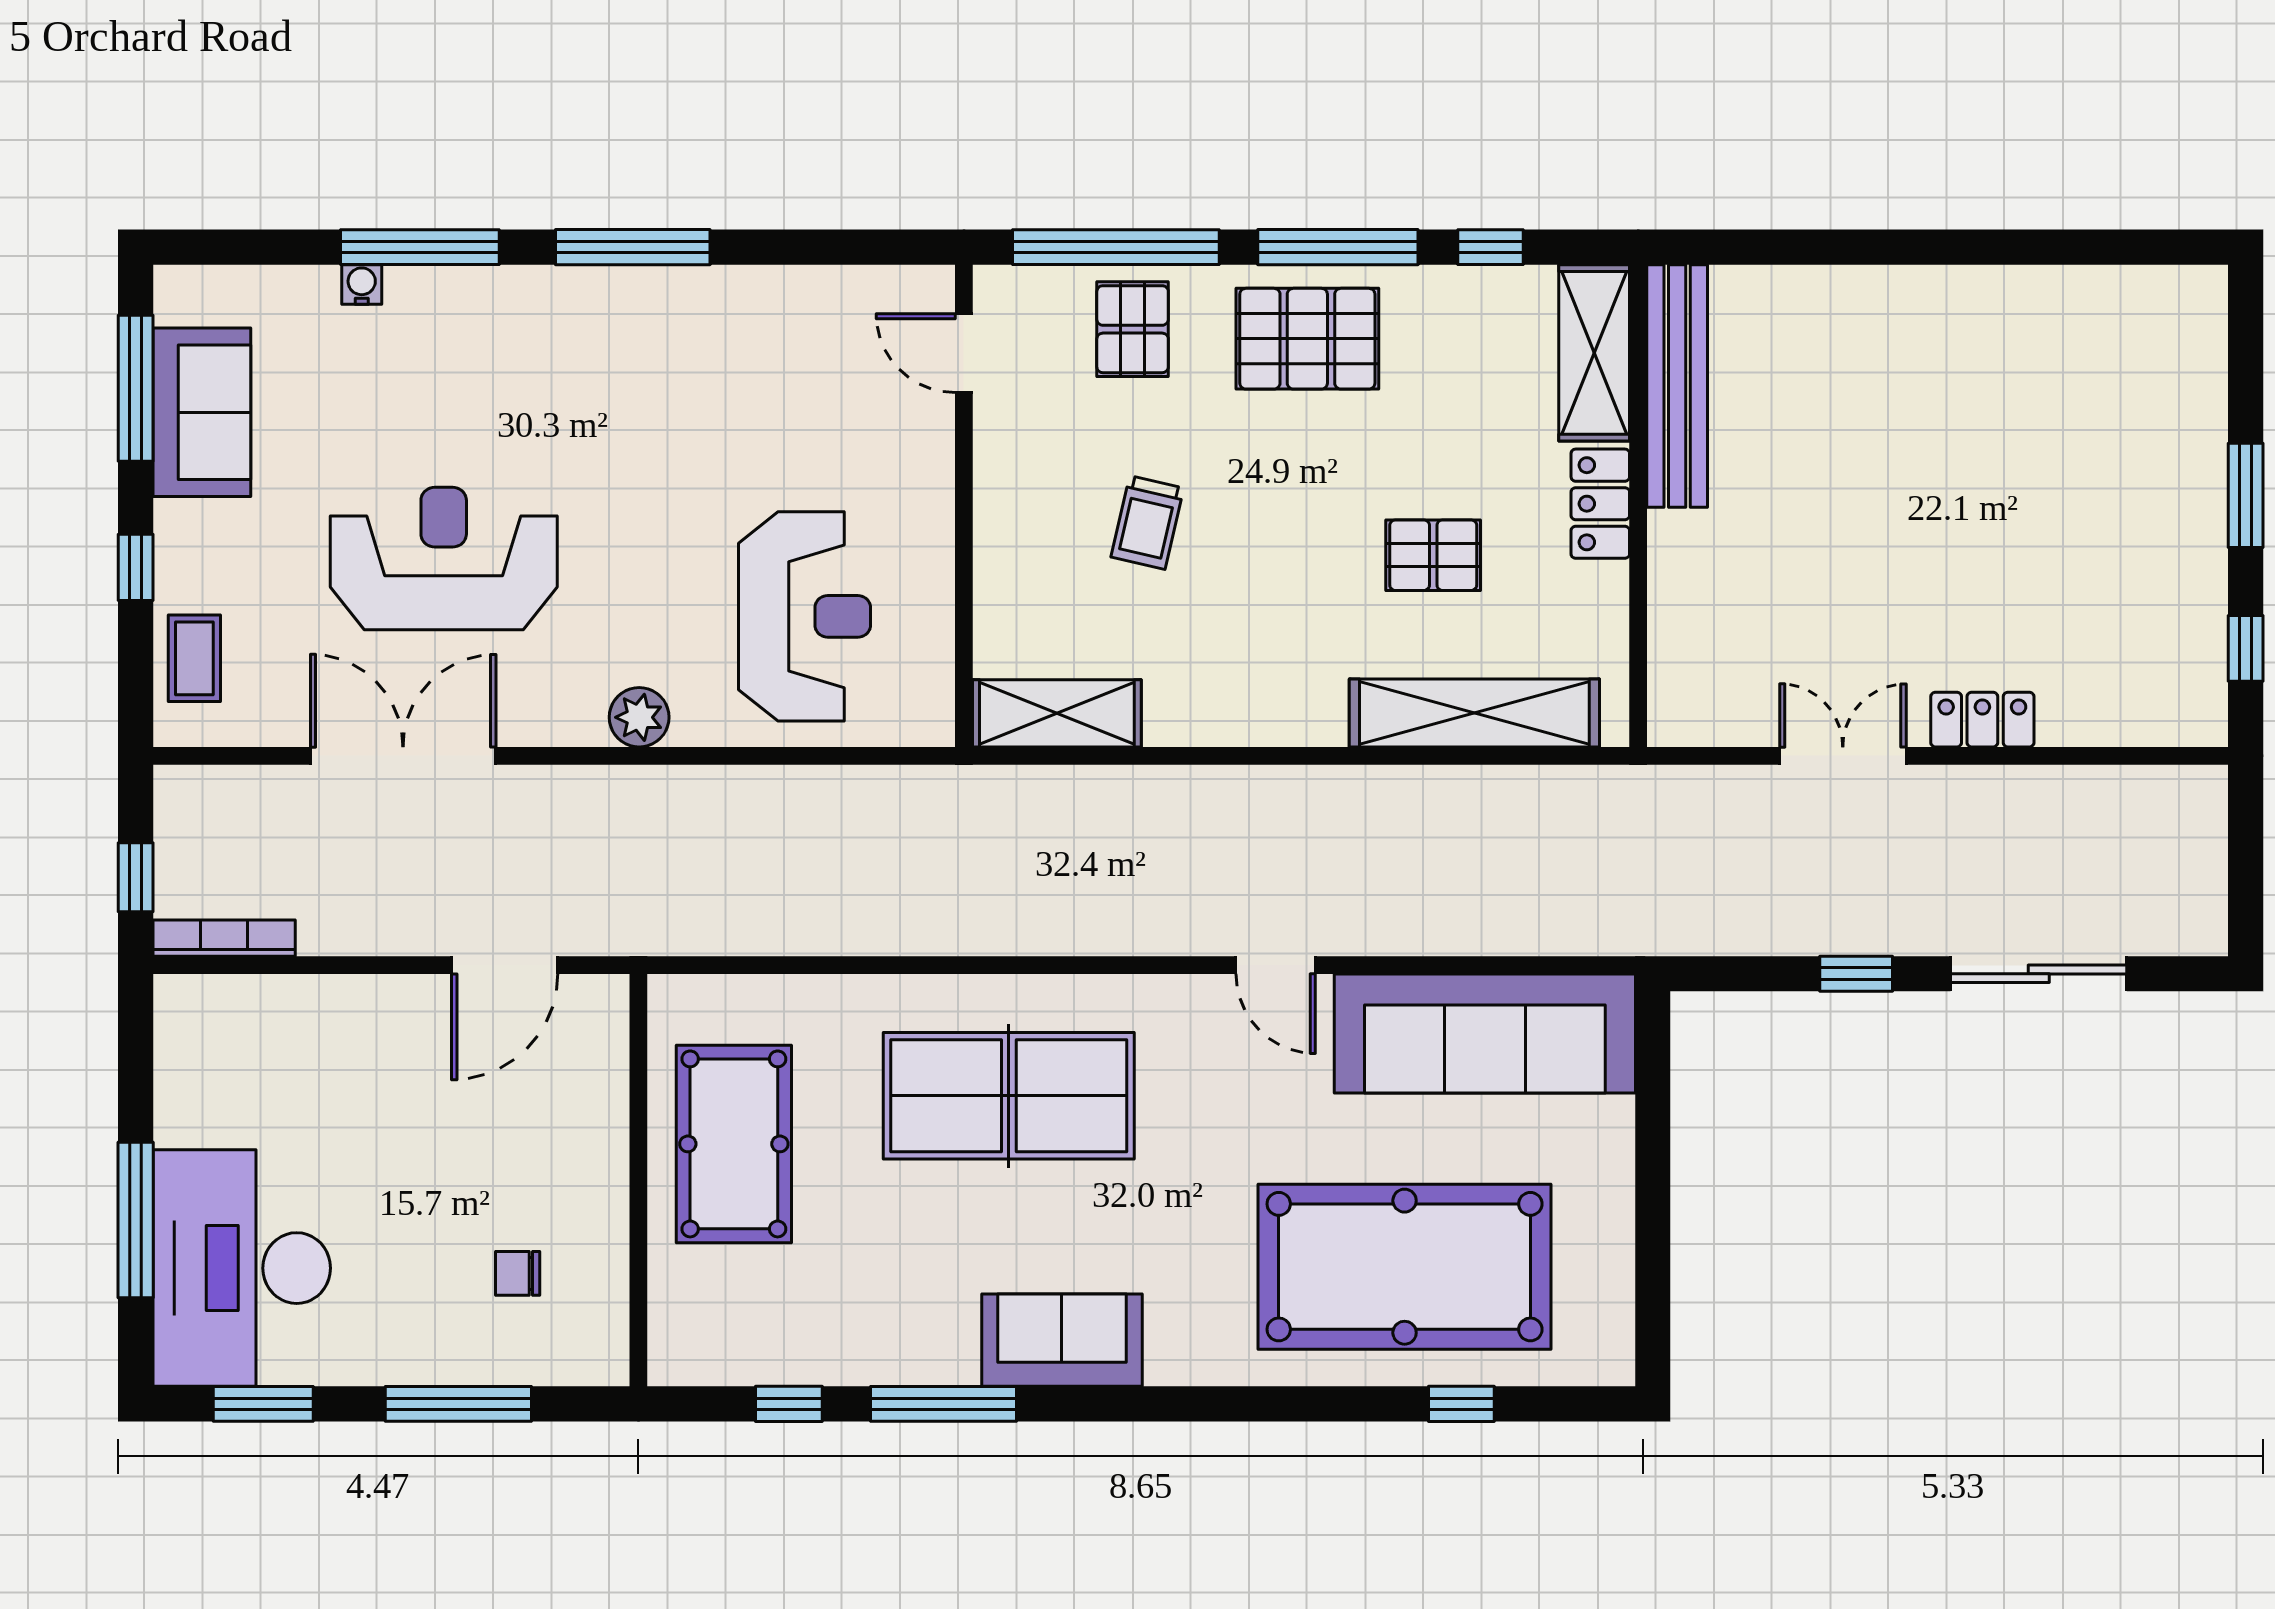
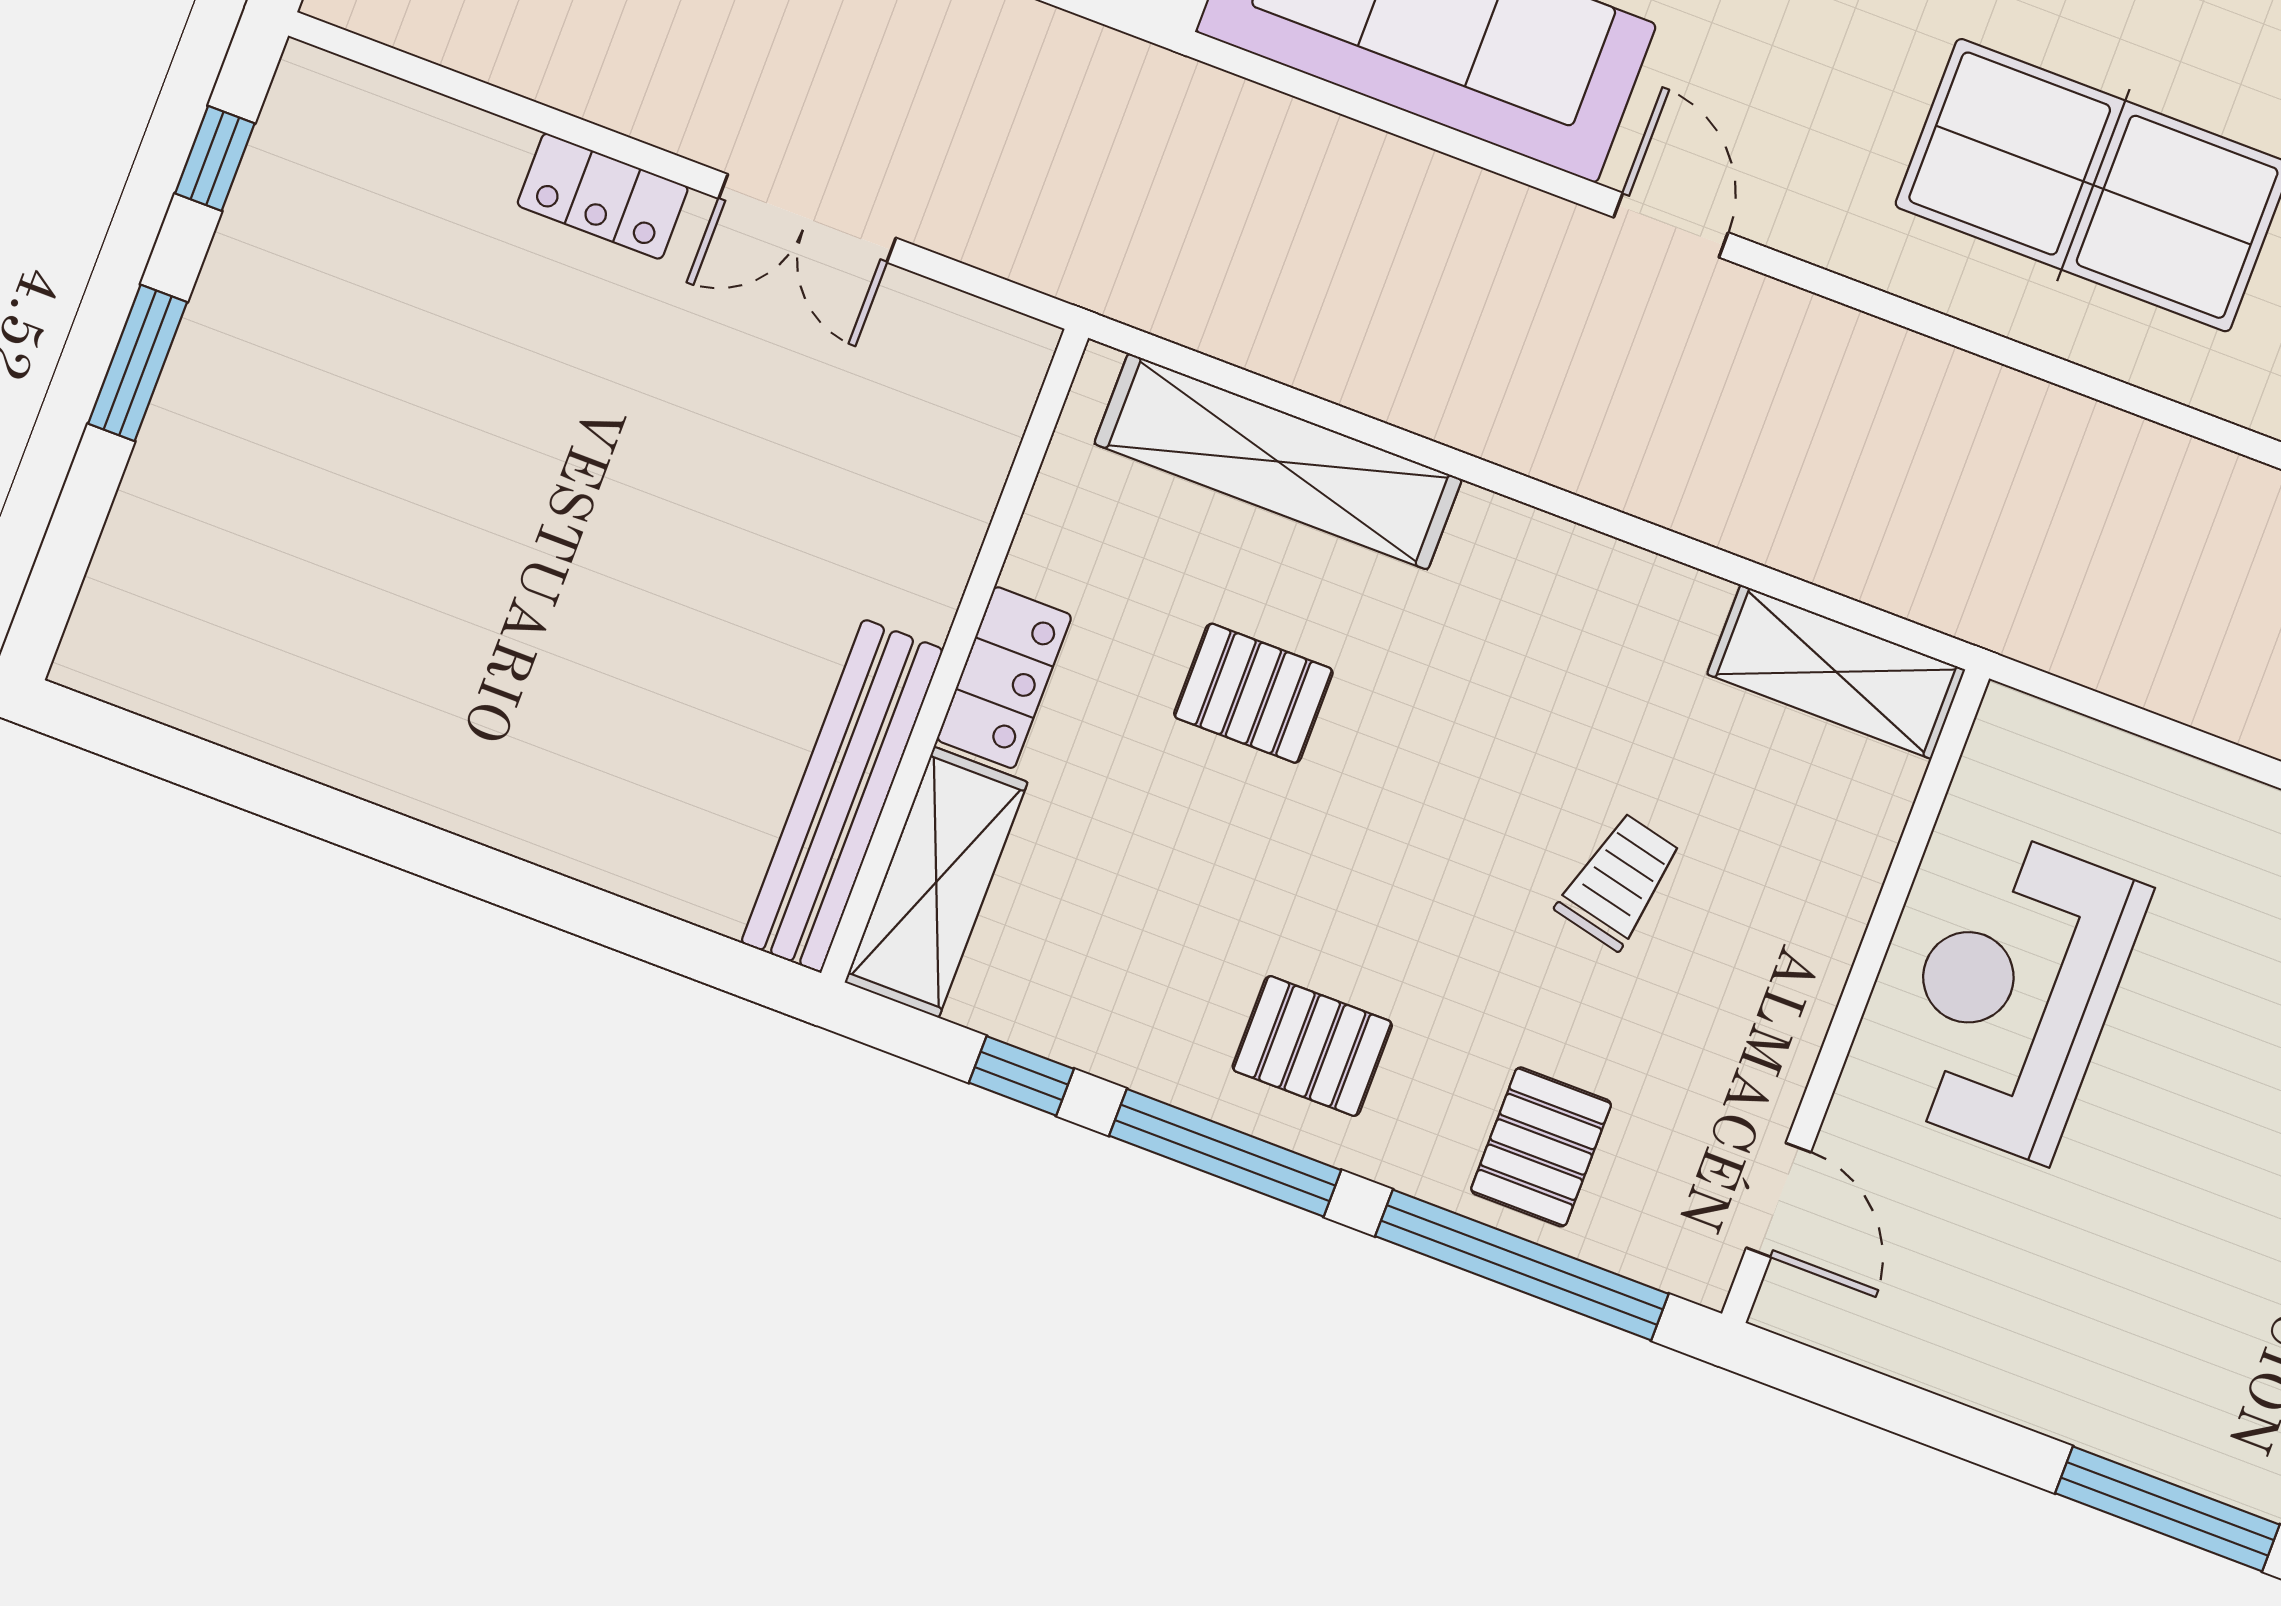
pallet: (1307, 339) -> (1312, 1046), width x0.67, depth x0.71
reception desk: (805, 616) -> (2014, 995), moved

